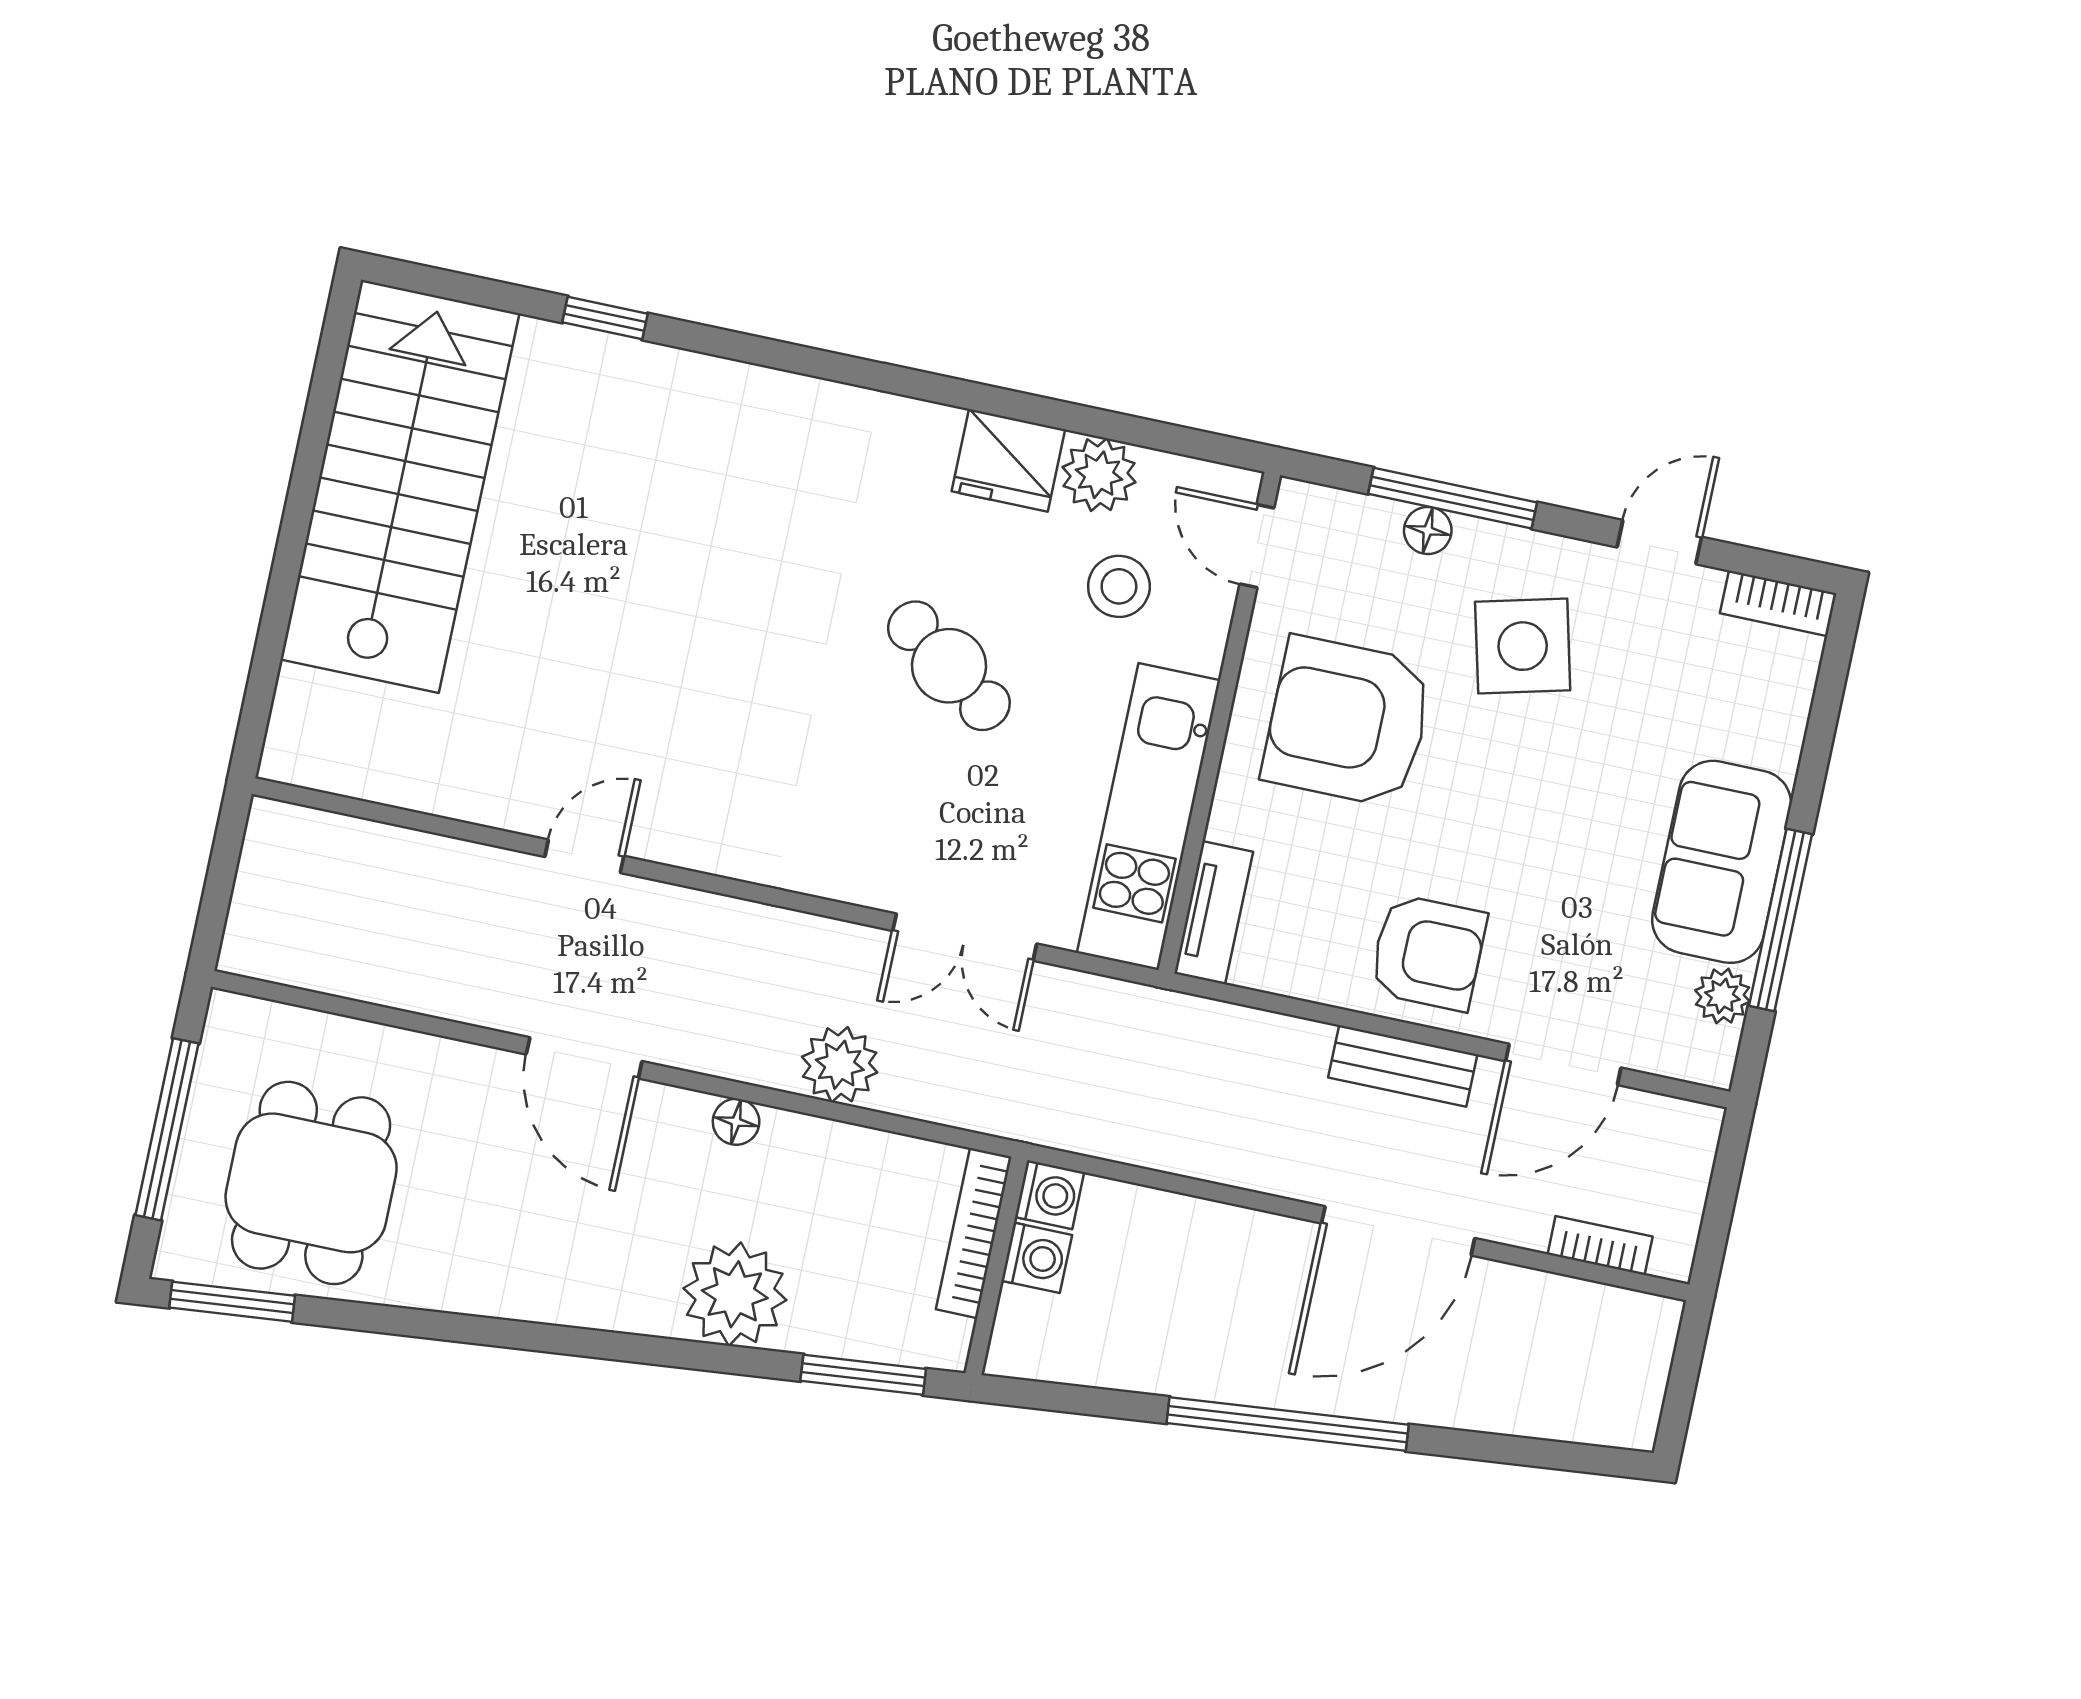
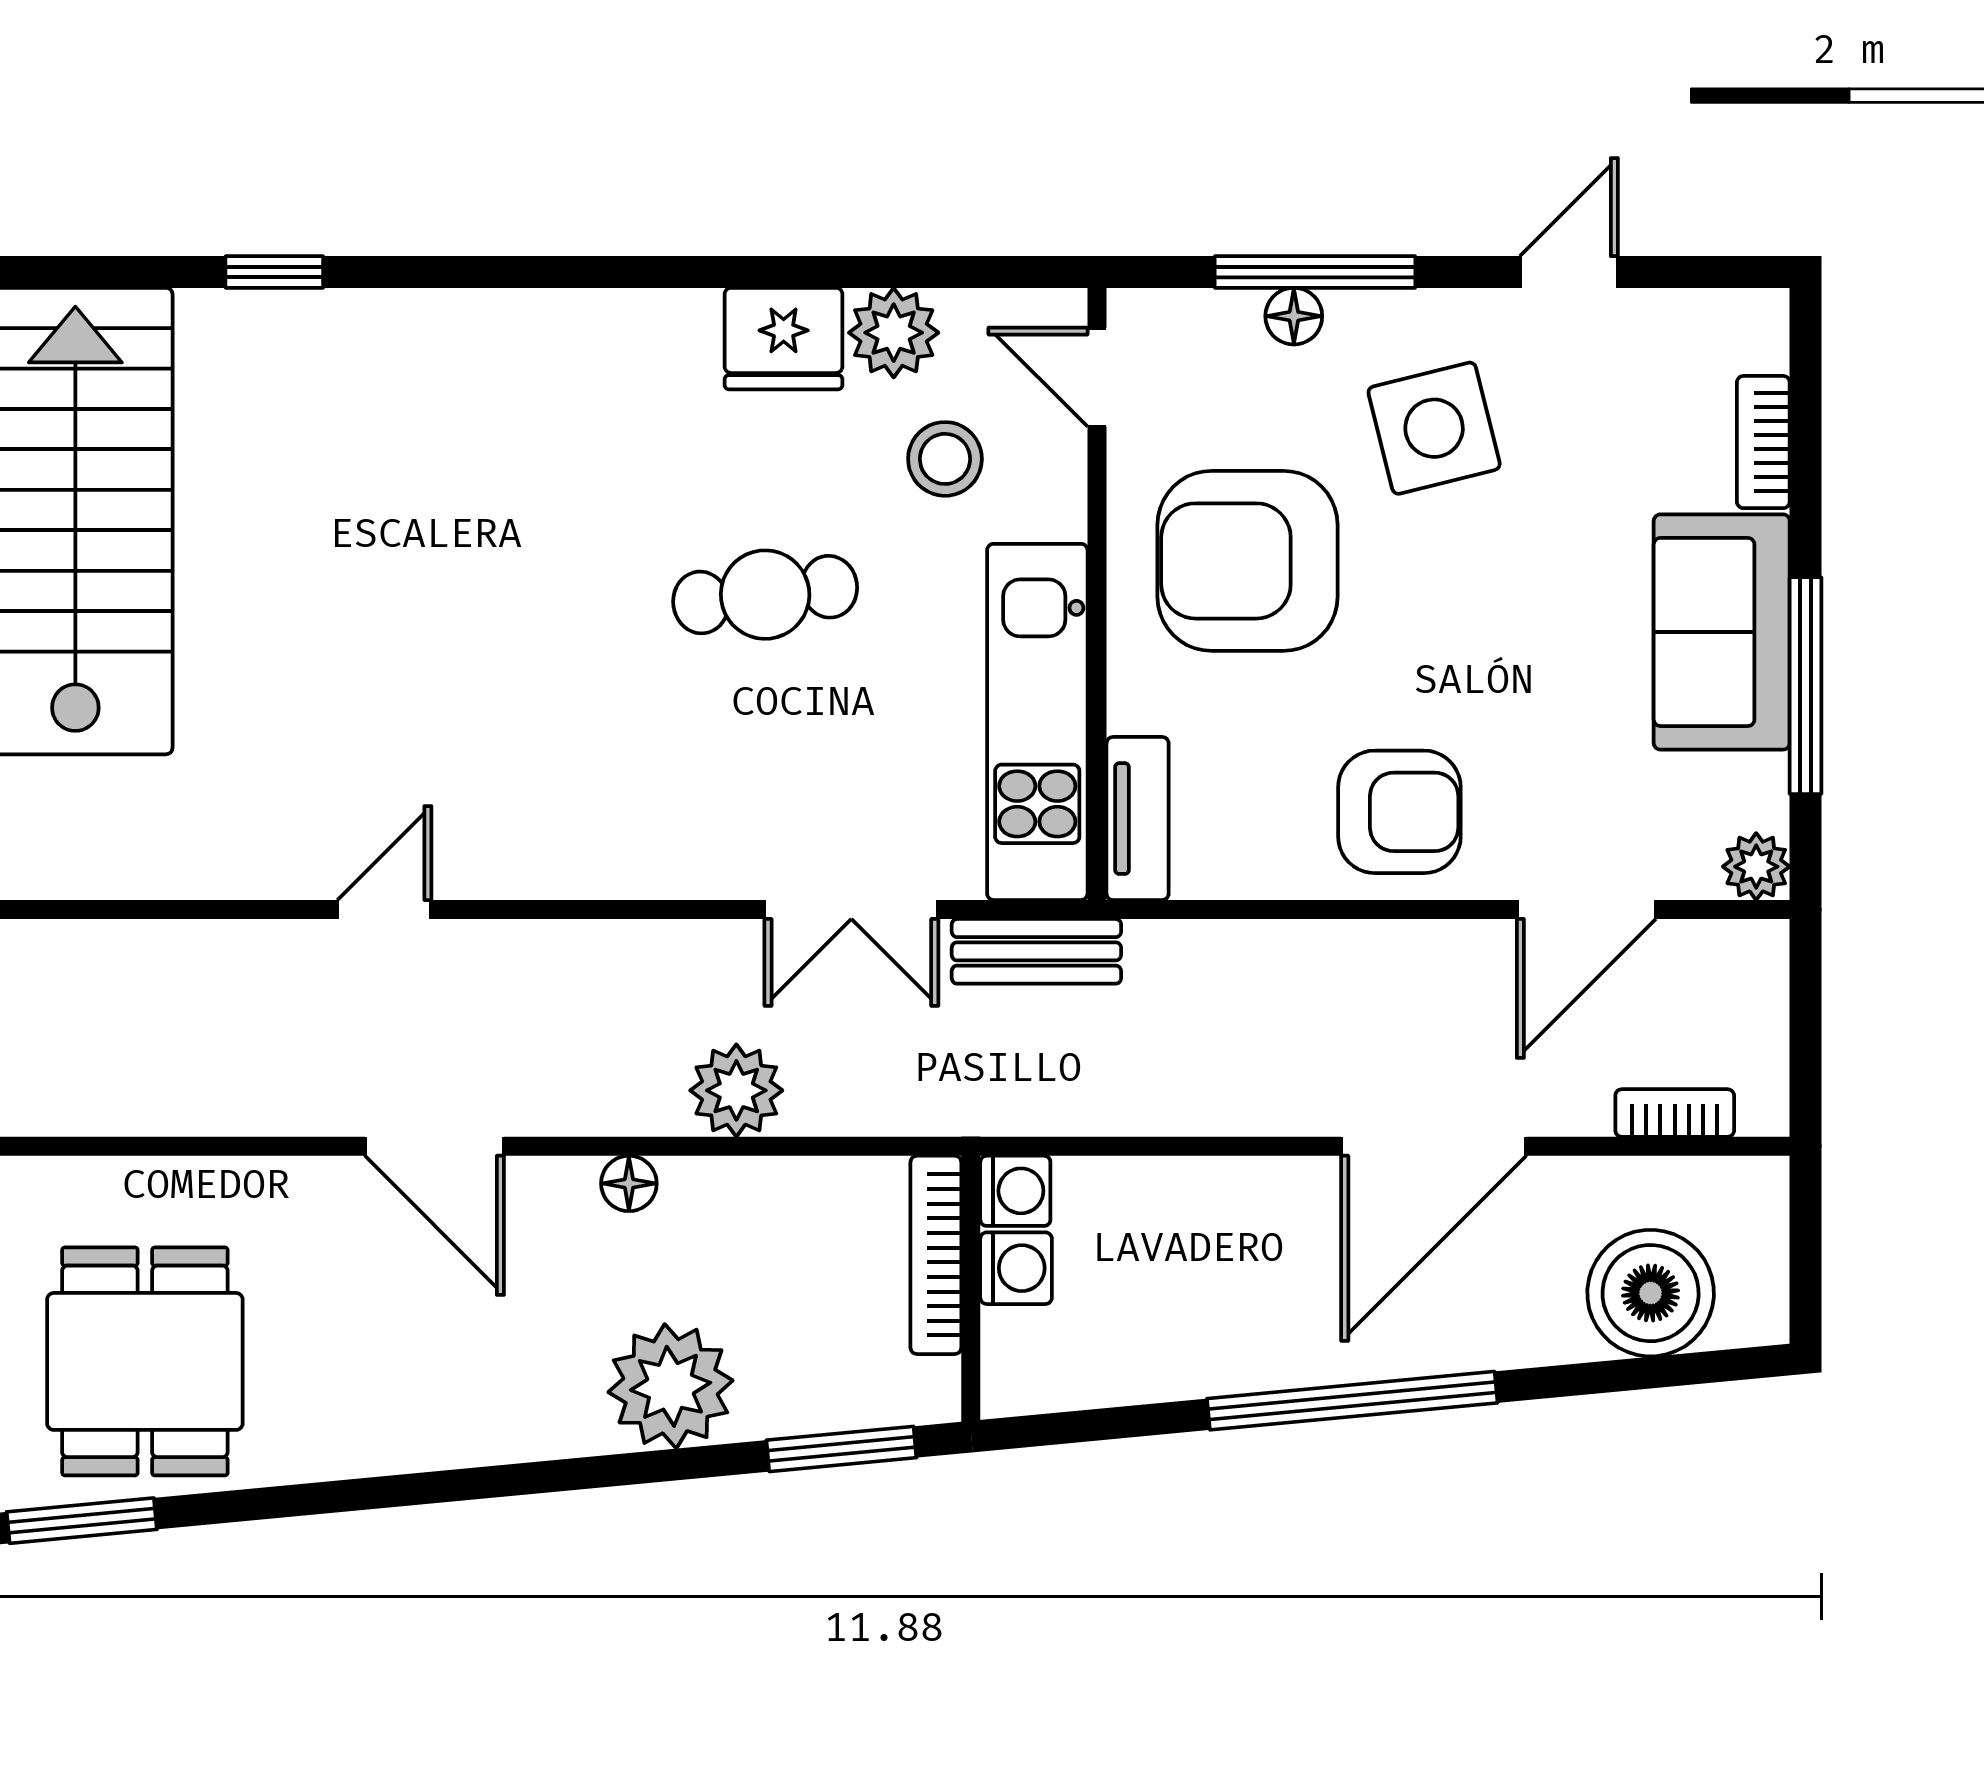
bookcase: (1778, 603) -> (1763, 442), moved, turned 90
cafe table: (949, 666) -> (765, 595), turned -43
plant: (1722, 996) -> (1756, 867), moved
bench: (1403, 1066) -> (1036, 951), moved
boiler: (1549, 1388) -> (1651, 1293), added

